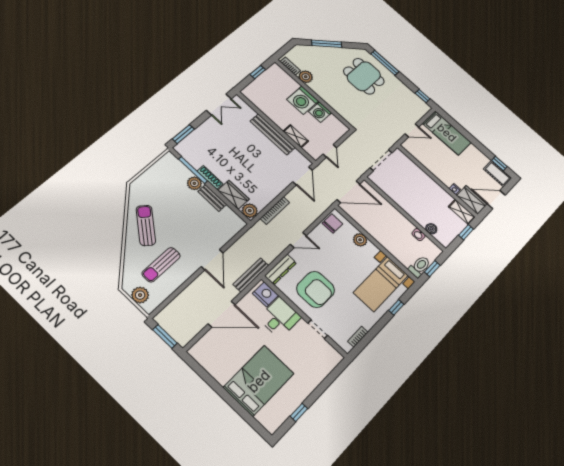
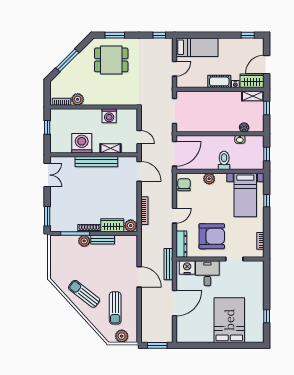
window: (385, 63) -> (115, 35), width x0.69
washing machine: (303, 100) -> (82, 143), moved, turned 180
cot: (497, 173) -> (219, 81), moved
toilet: (419, 267) -> (224, 160), moved

